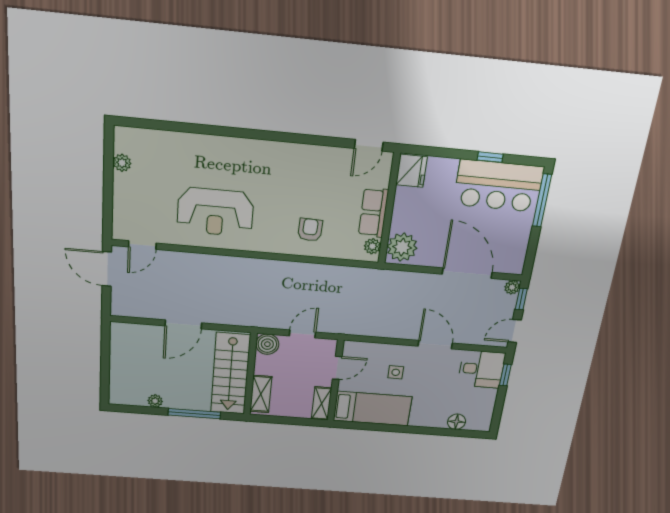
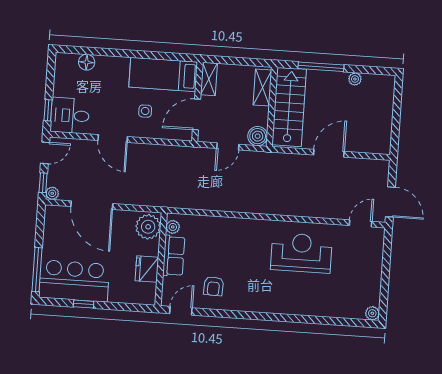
plant: (122, 163) -> (372, 313), moved
fridge: (411, 171) -> (147, 269), moved
armchair: (310, 230) -> (214, 286), moved
door: (337, 368) -> (197, 114), width x1.38

